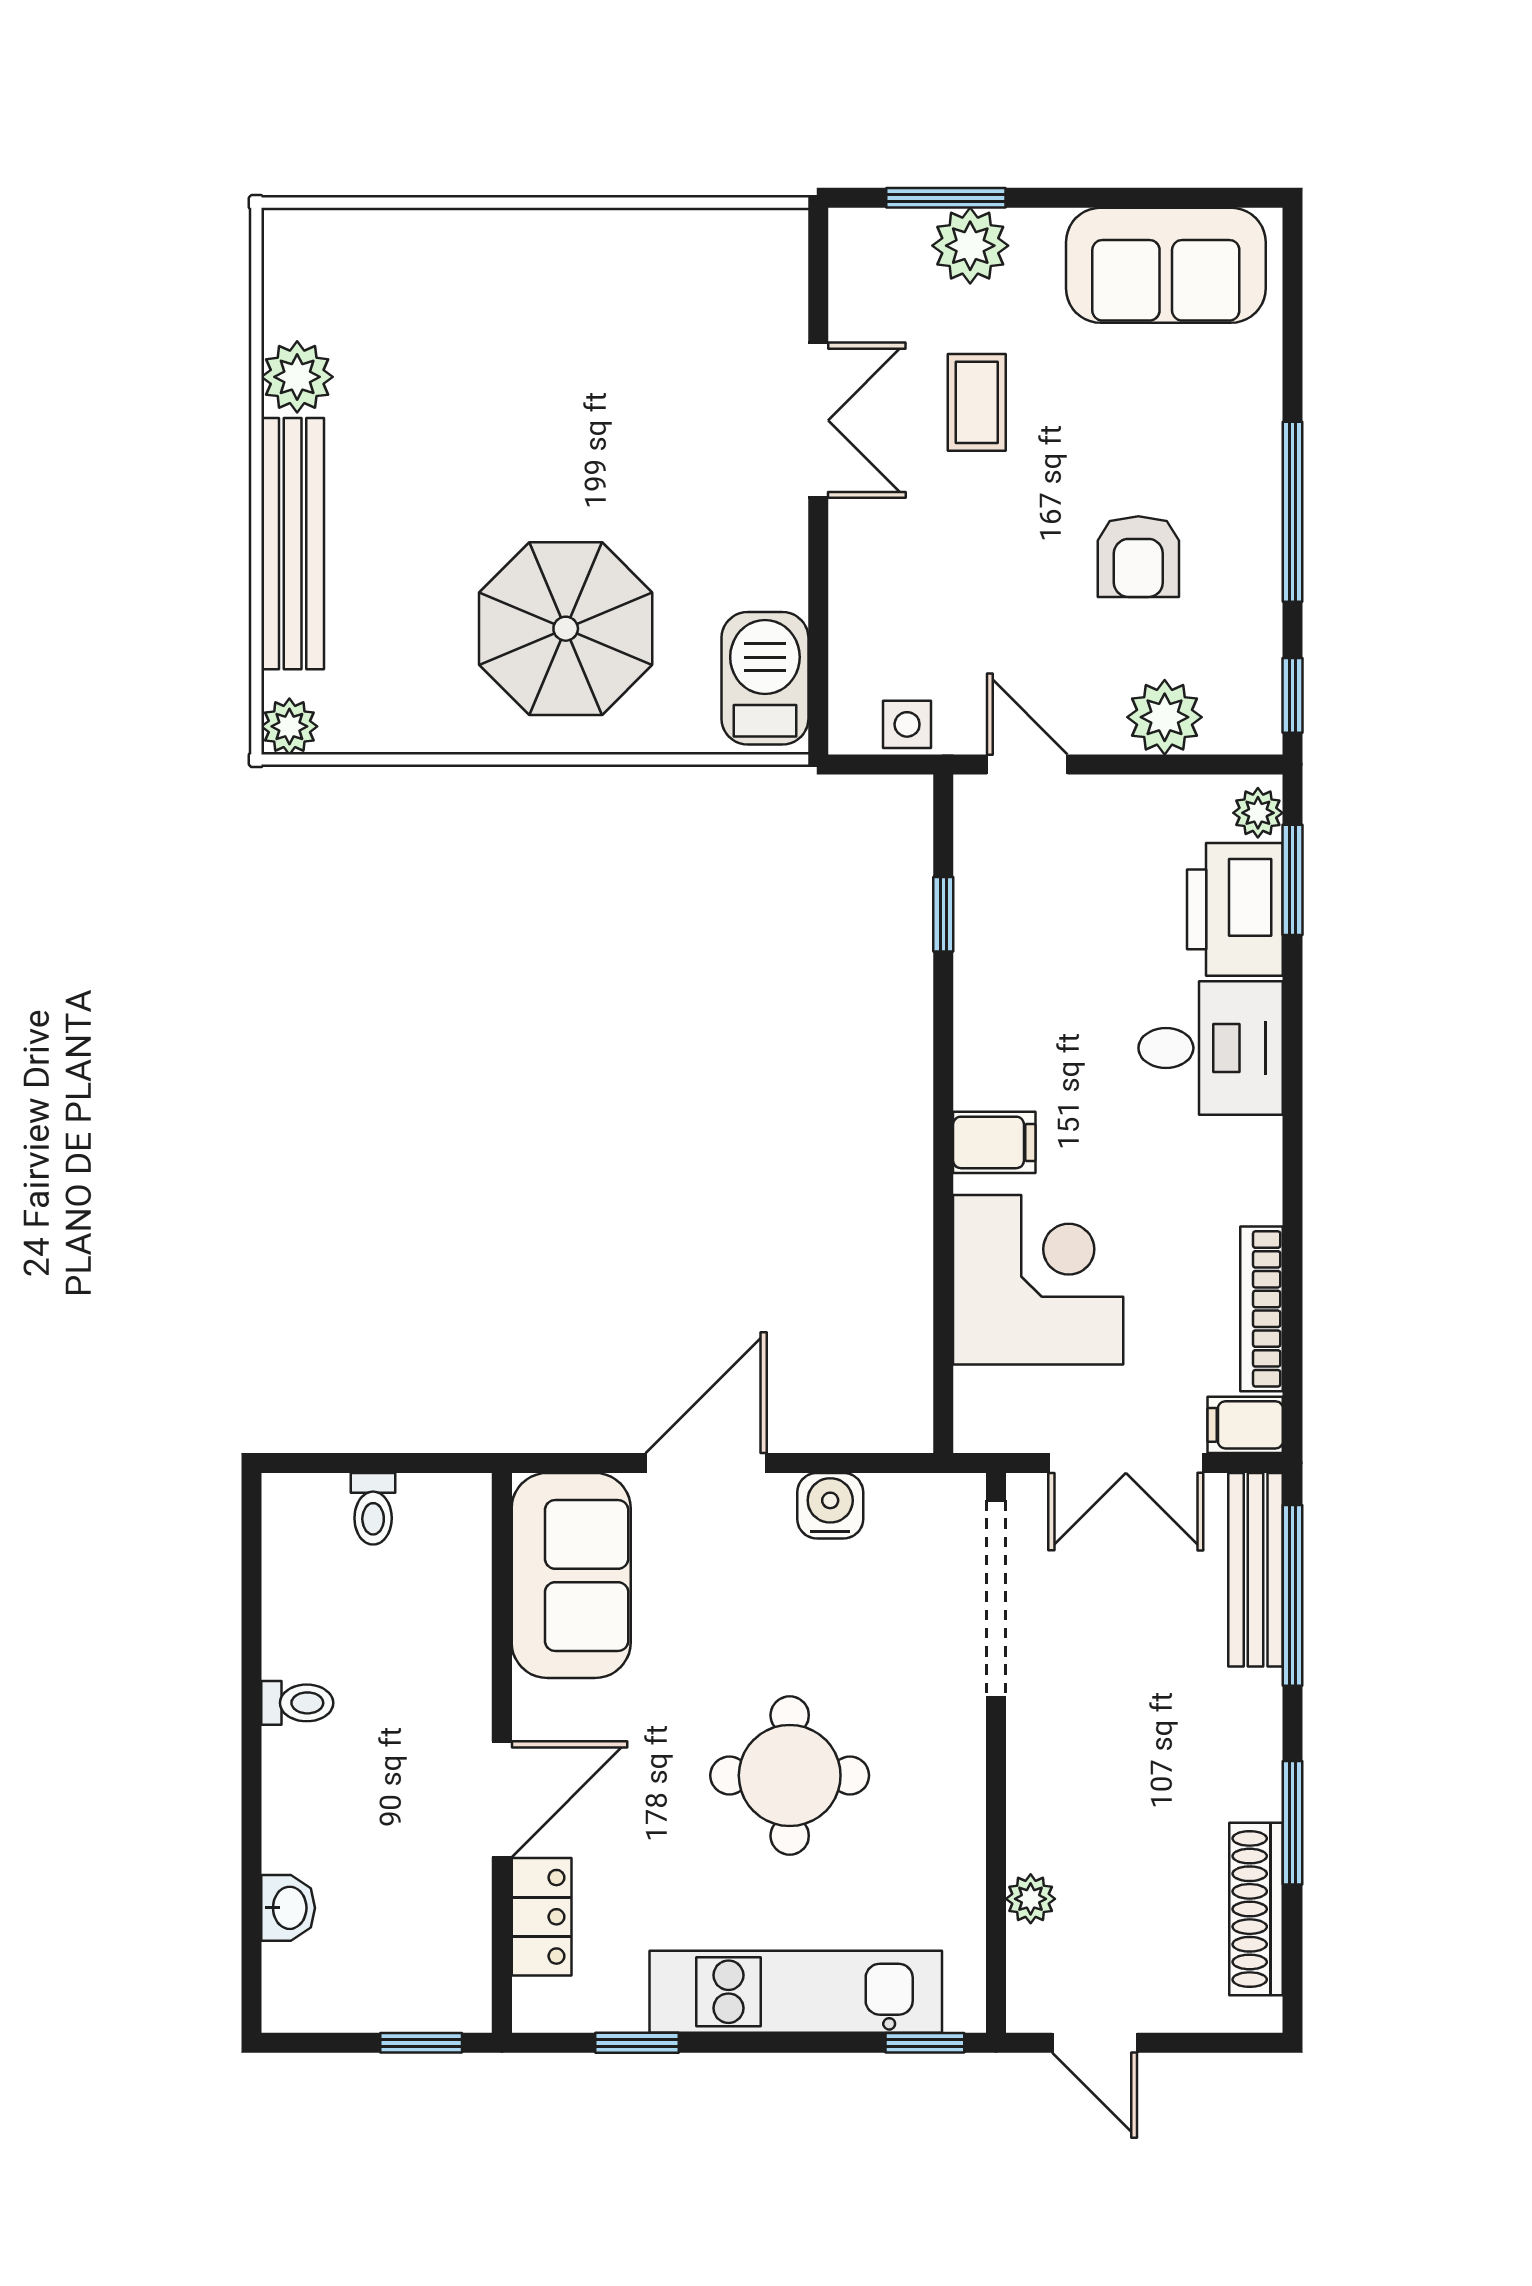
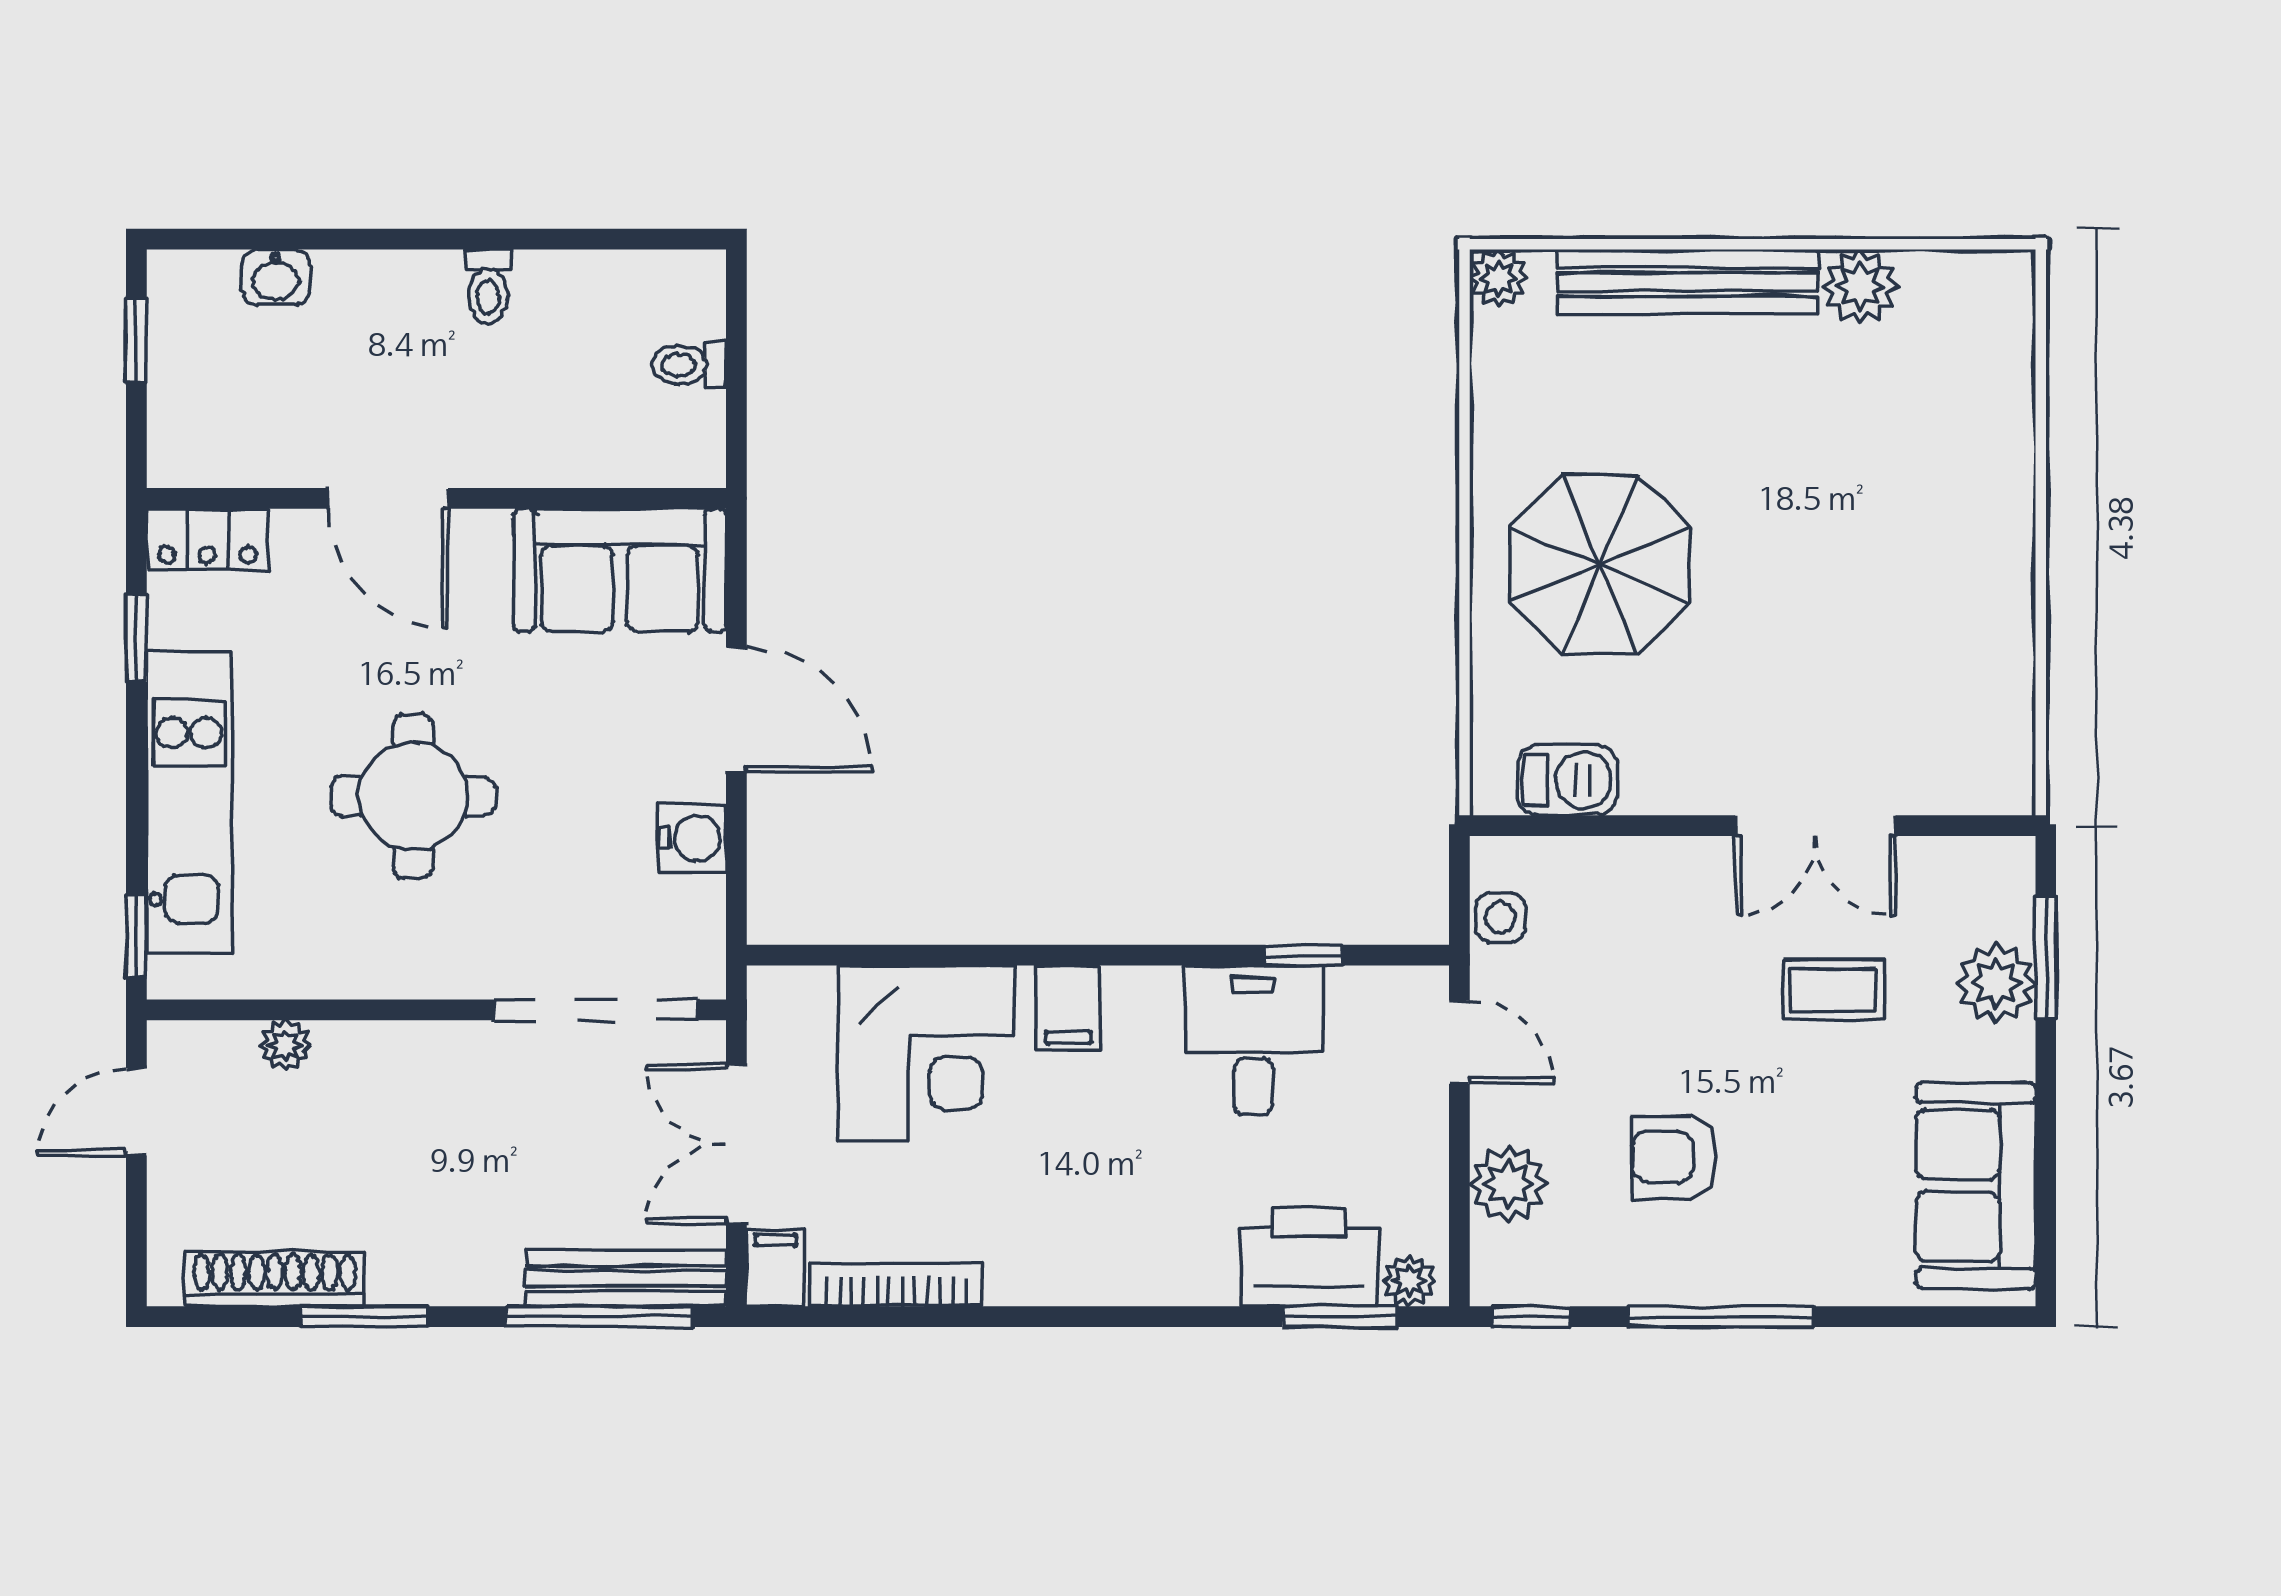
barbecue: (765, 678) -> (1567, 780), width x0.73, depth x0.79
door: (1027, 764) -> (1459, 1042), hinge flipped
desk: (1211, 1048) -> (1254, 1040), moved, turned 180
locker: (542, 1917) -> (208, 539), moved
window: (421, 2043) -> (136, 340), moved

